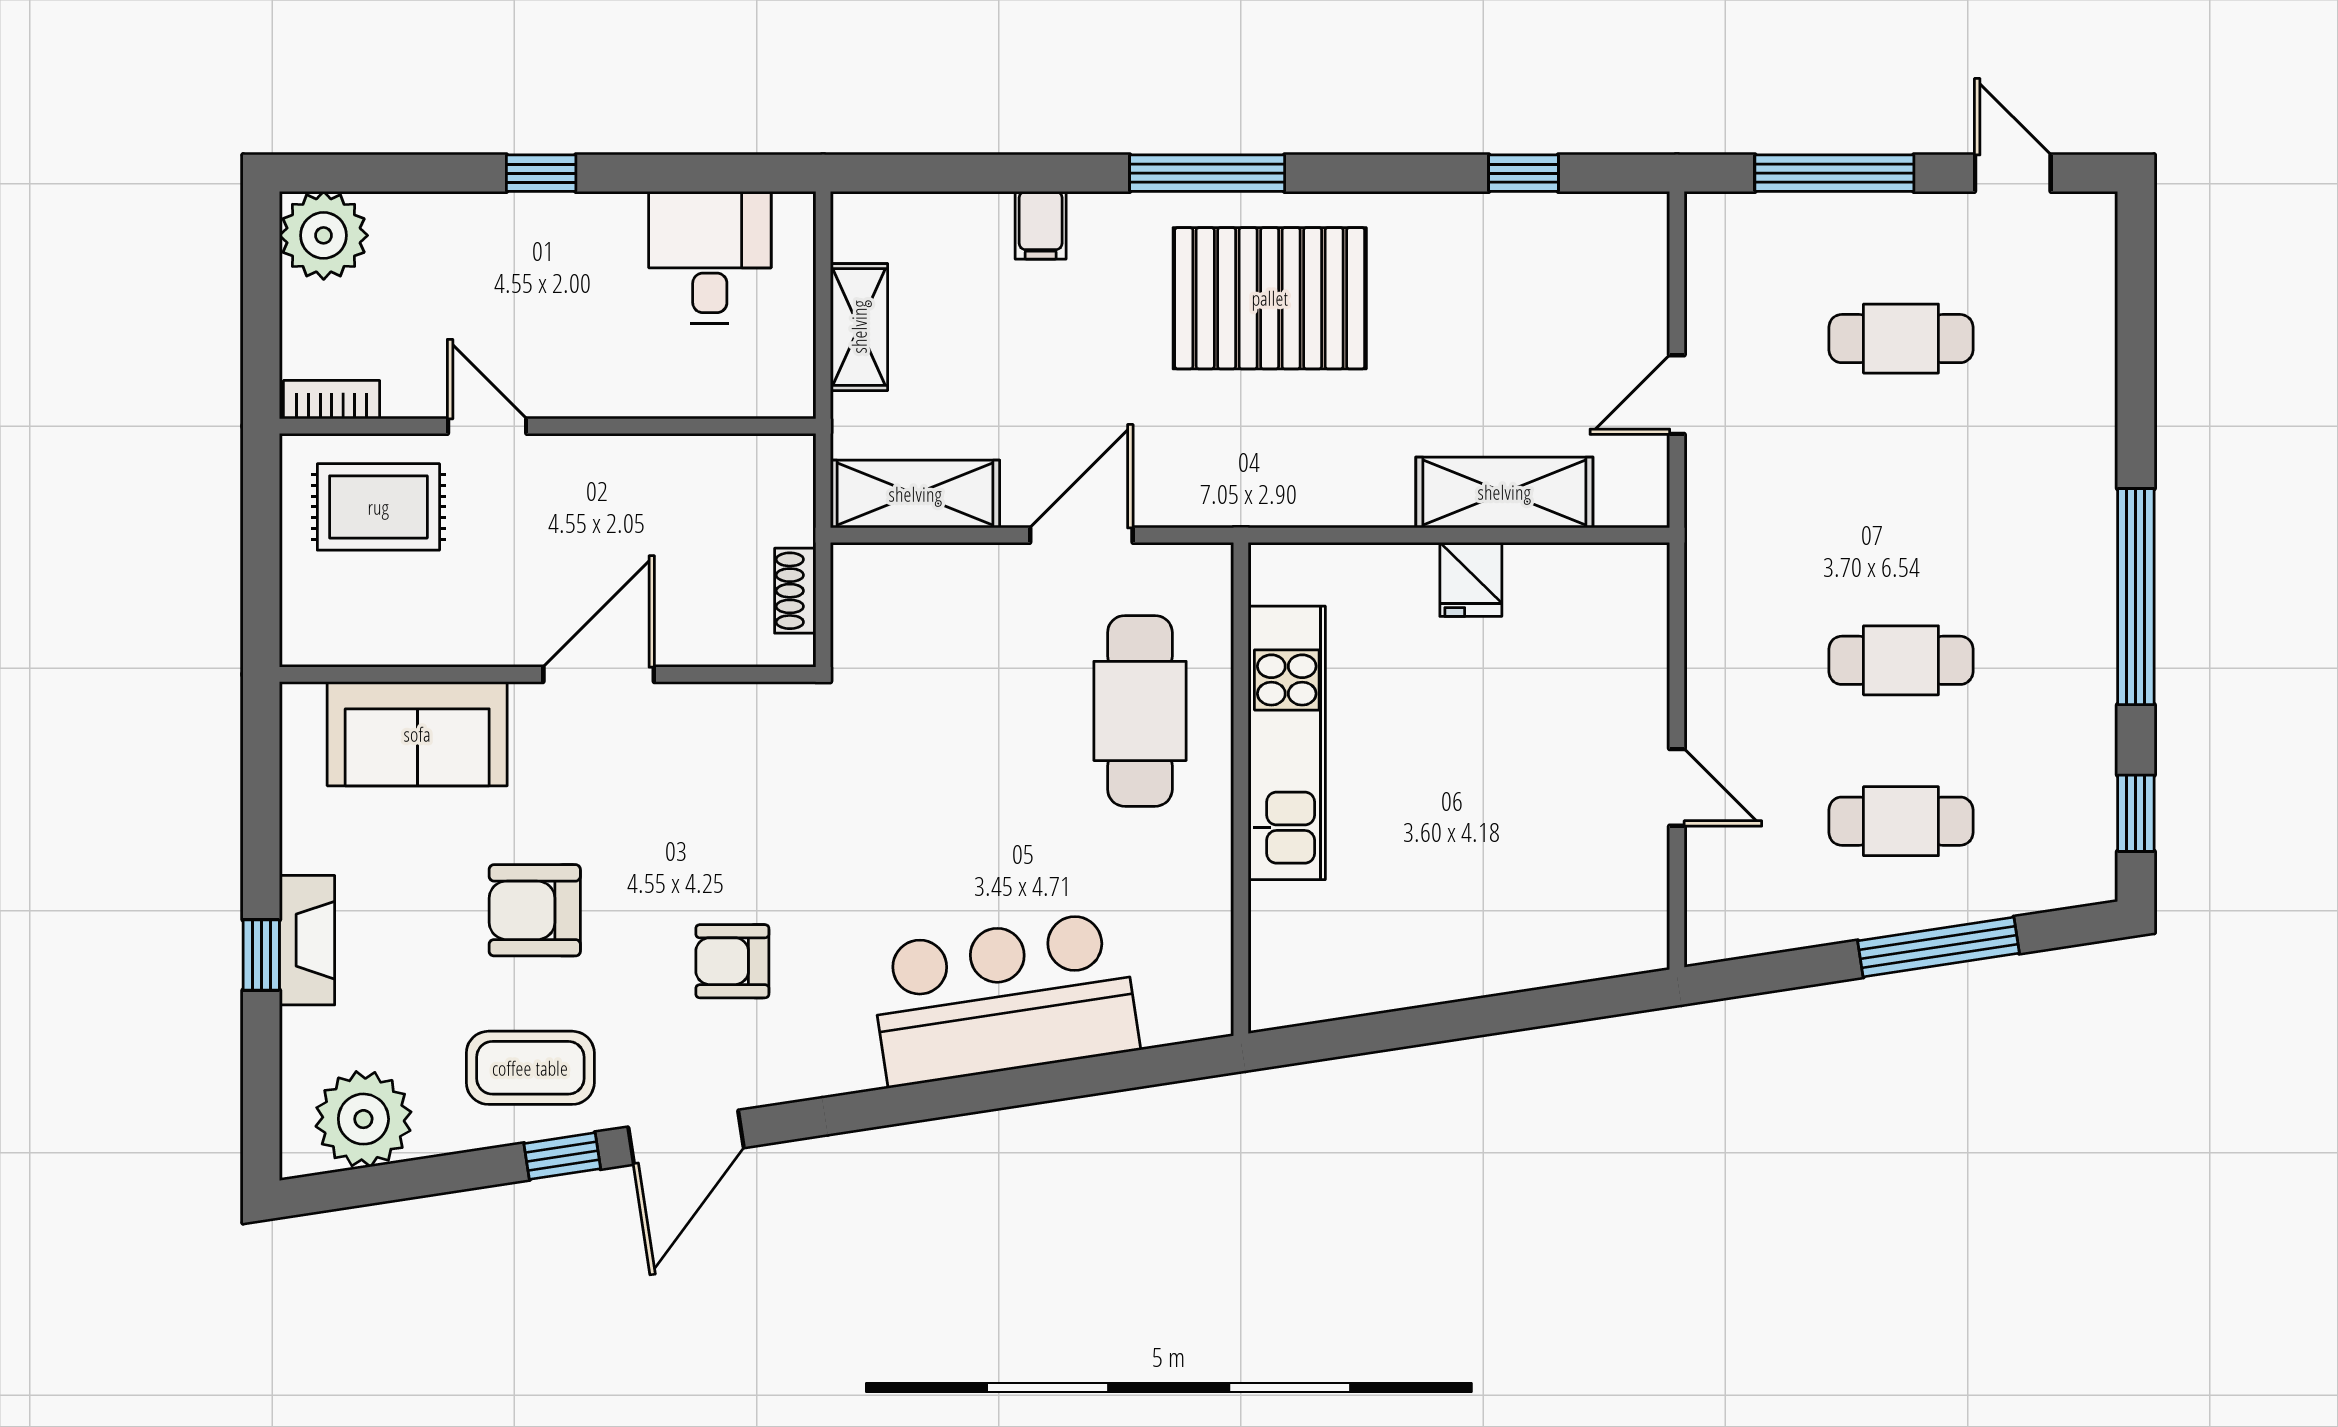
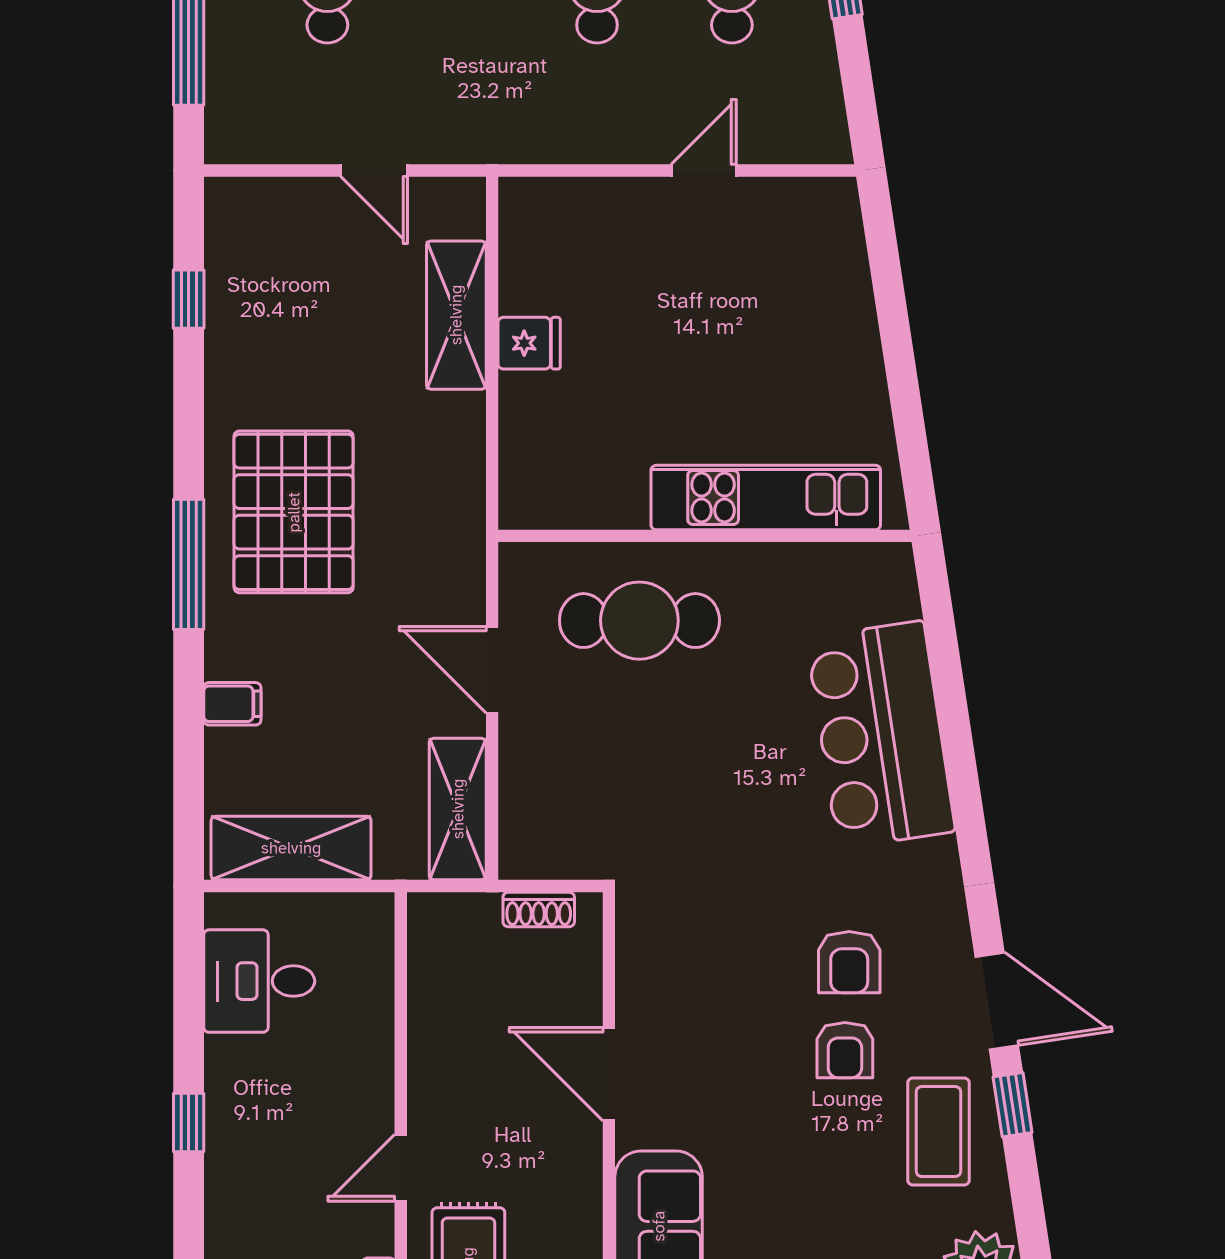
shelving: (859, 327) -> (291, 848), width x1.50, depth x1.33
kitchen unit: (1287, 743) -> (766, 498), moved
armchair: (535, 910) -> (845, 1050), moved, width x0.72, depth x0.72

